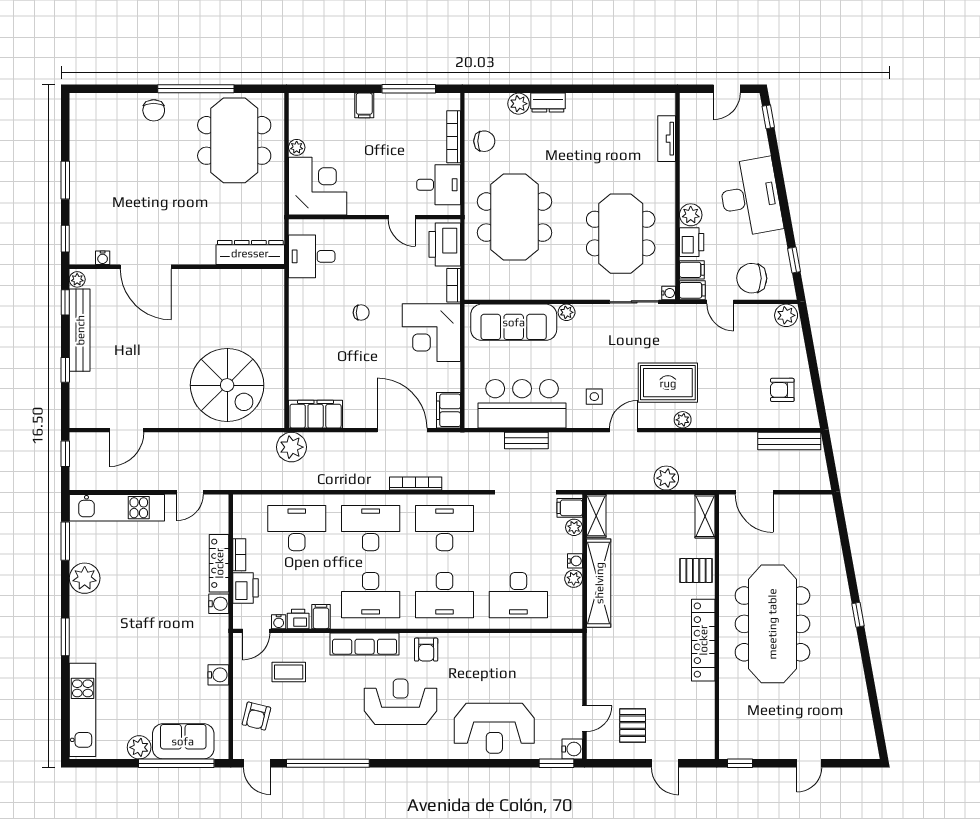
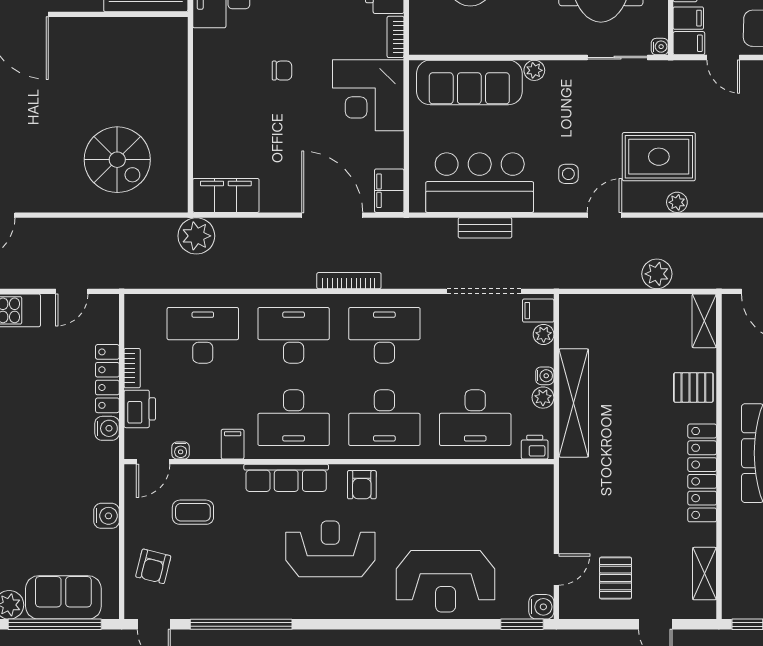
spiral stairs: (227, 385) -> (117, 160), width x0.73, depth x0.73
shelving: (596, 516) -> (705, 574), moved
printer: (298, 619) -> (535, 447), moved

